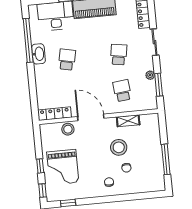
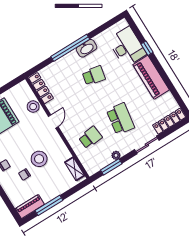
window: (28, 40) -> (70, 48), moved
school desk: (119, 55) -> (120, 119), width x1.85
door: (91, 117) -> (53, 121), width x0.53
shelving: (128, 121) -> (75, 169), moved
piano: (158, 177) -> (30, 207), added

